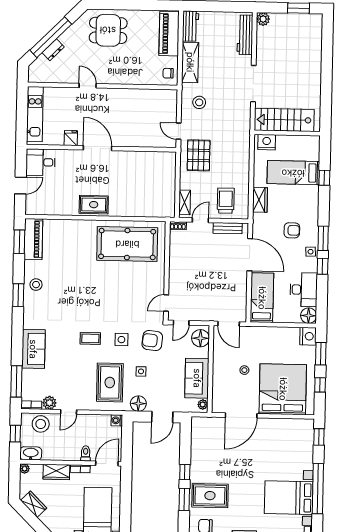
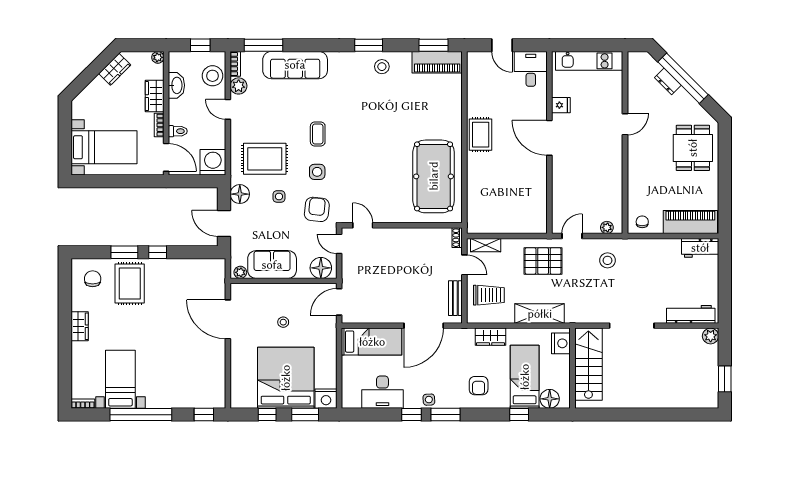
shelving: (190, 62) -> (540, 314), moved
plant: (172, 102) -> (607, 227), added
door: (98, 148) -> (549, 138), swing flipped
armchair: (292, 230) -> (479, 386), moved
floor lamp: (309, 316) -> (550, 399), moved
sofa: (33, 349) -> (295, 65), width x1.36
bed: (283, 389) -> (286, 378), moved, turned -90
washing machine: (117, 420) -> (213, 162), width x1.89, depth x1.89
washbasin: (31, 453) -> (176, 85), moved
bed with nightstands: (289, 498) -> (120, 379), width x0.73

